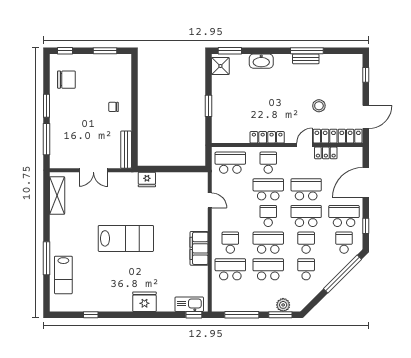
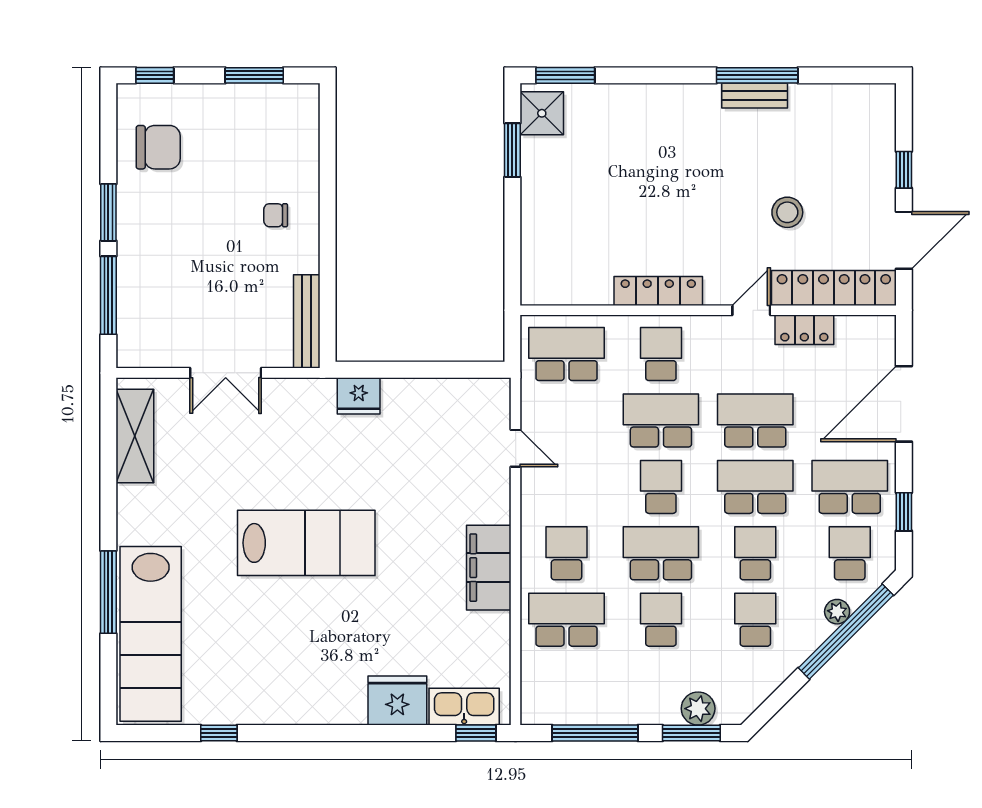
washbasin: (261, 61) -> (644, 101), removed
window: (366, 75) -> (904, 170), moved
window: (209, 106) -> (512, 150), moved
plant: (339, 266) -> (837, 612), added
school desk: (268, 269) -> (661, 620), width x0.54
lab bench: (63, 275) -> (151, 634), width x1.86, depth x1.39
fridge: (144, 302) -> (397, 701), moved

